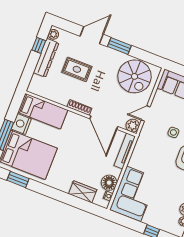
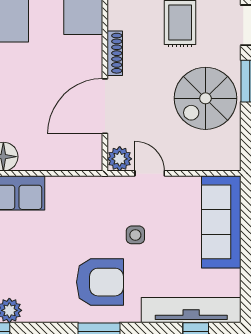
spiral stairs: (134, 76) -> (205, 98), moved
tv unit: (125, 151) -> (70, 162), removed

